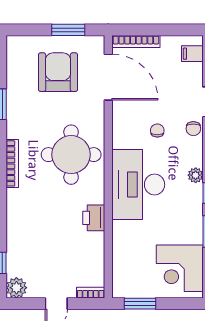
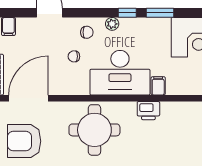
chair: (193, 129) -> (87, 32), moved
filing cabinet: (123, 229) -> (158, 86), added

